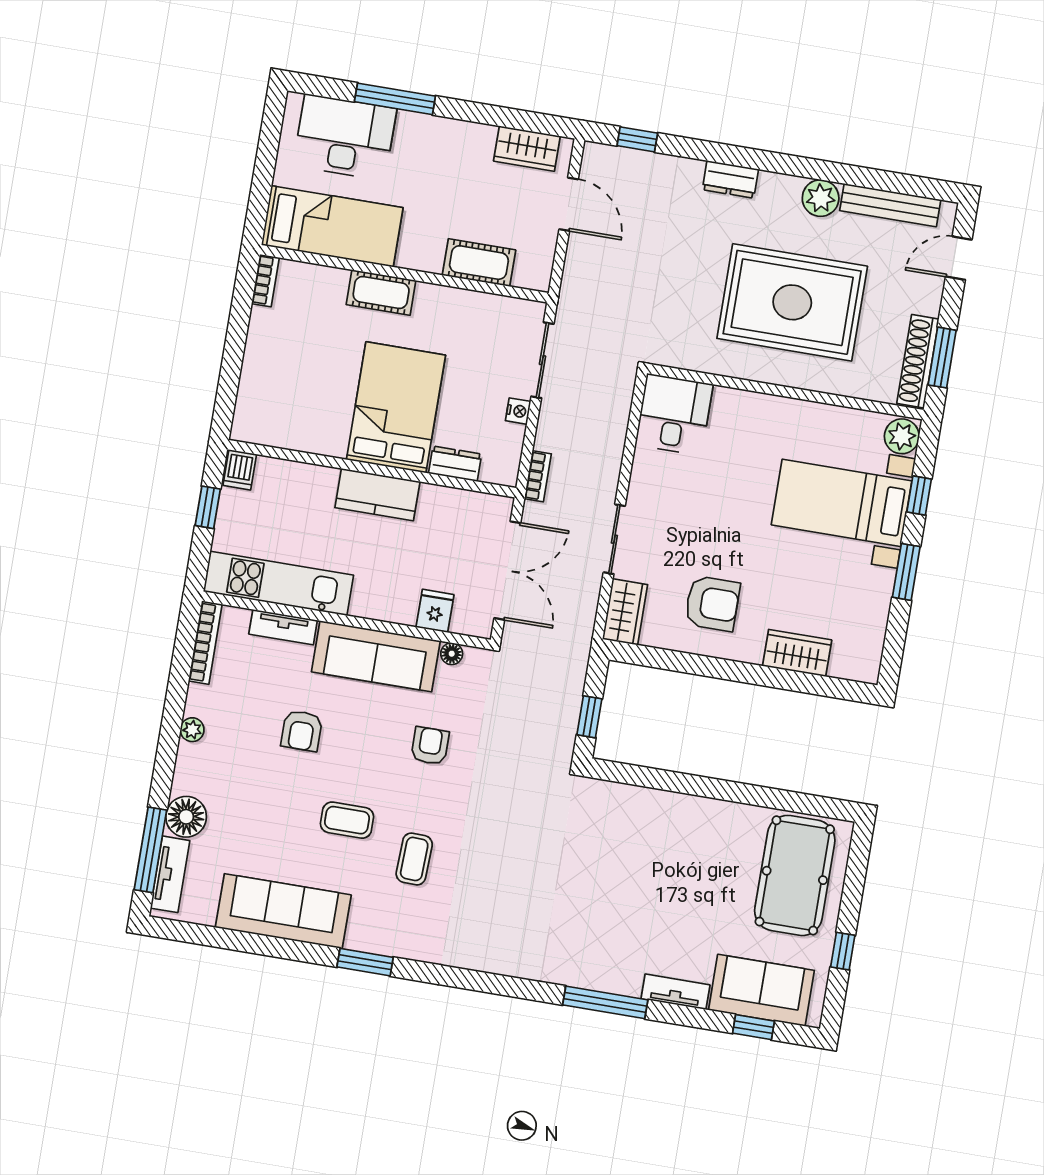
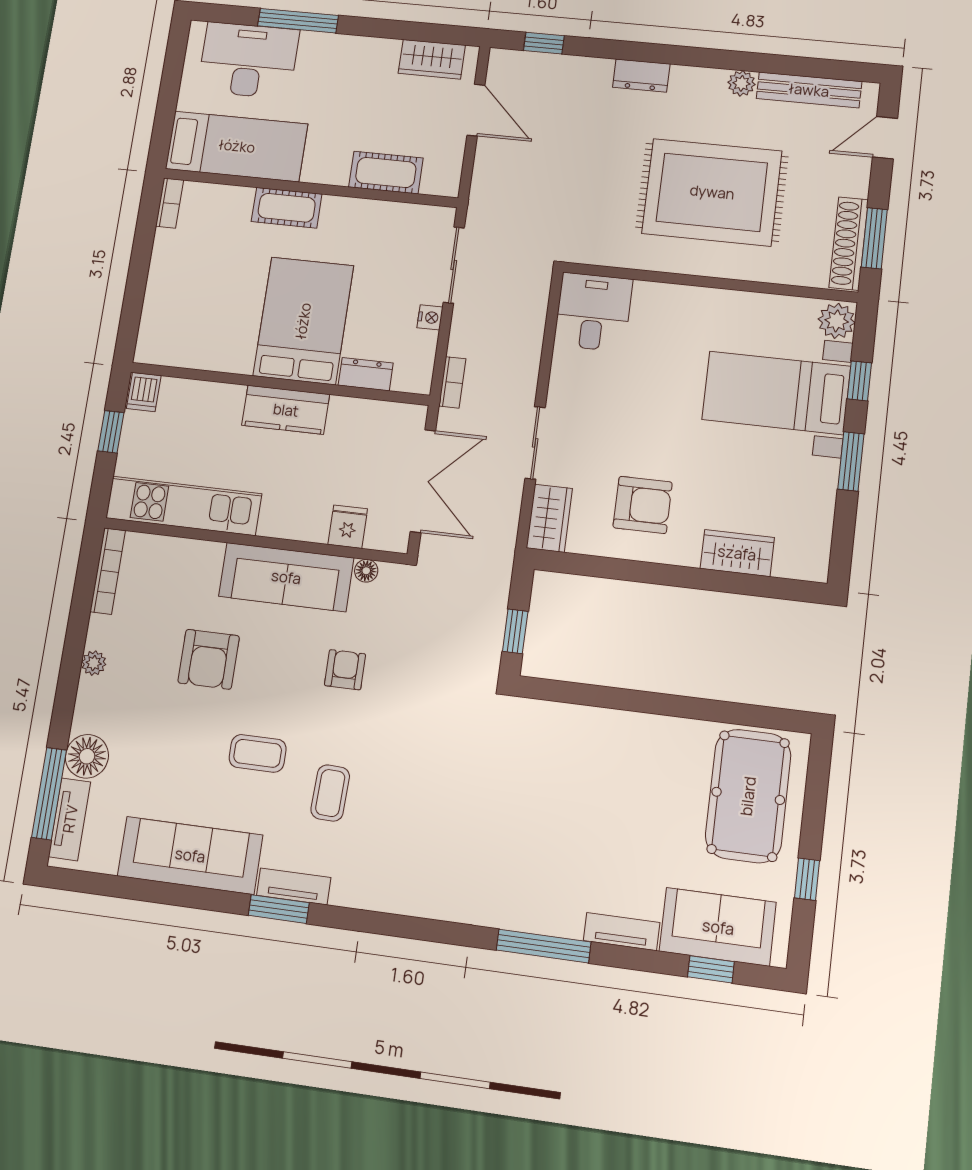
plant: (821, 198) -> (742, 83), width x0.73, depth x0.73
tv unit: (283, 627) -> (294, 886), moved, turned 180
armchair: (302, 731) -> (209, 659), width x1.38, depth x1.38

